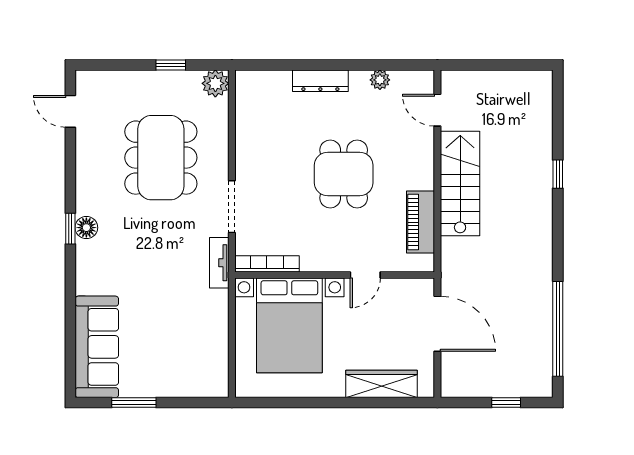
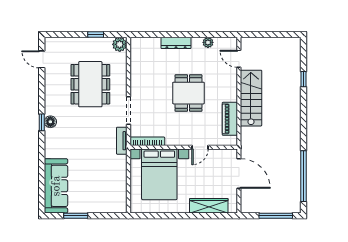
window: (558, 174) -> (303, 79), moved
window: (506, 403) -> (276, 216), width x2.17

